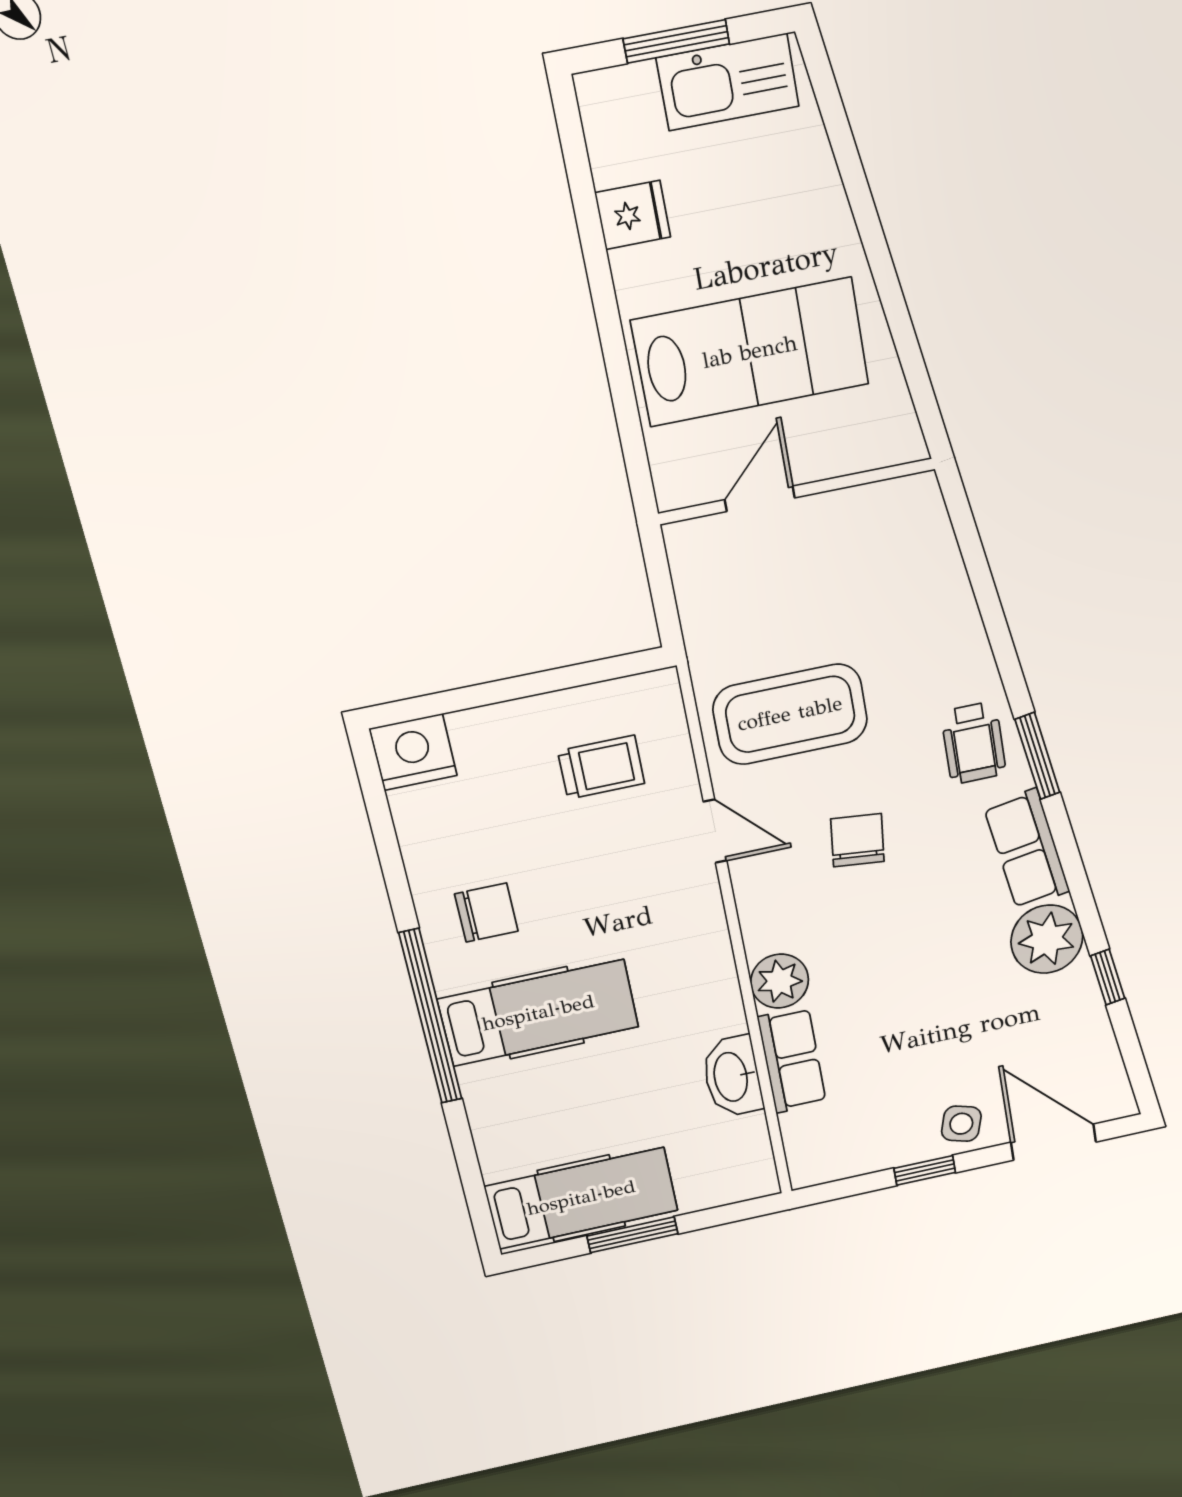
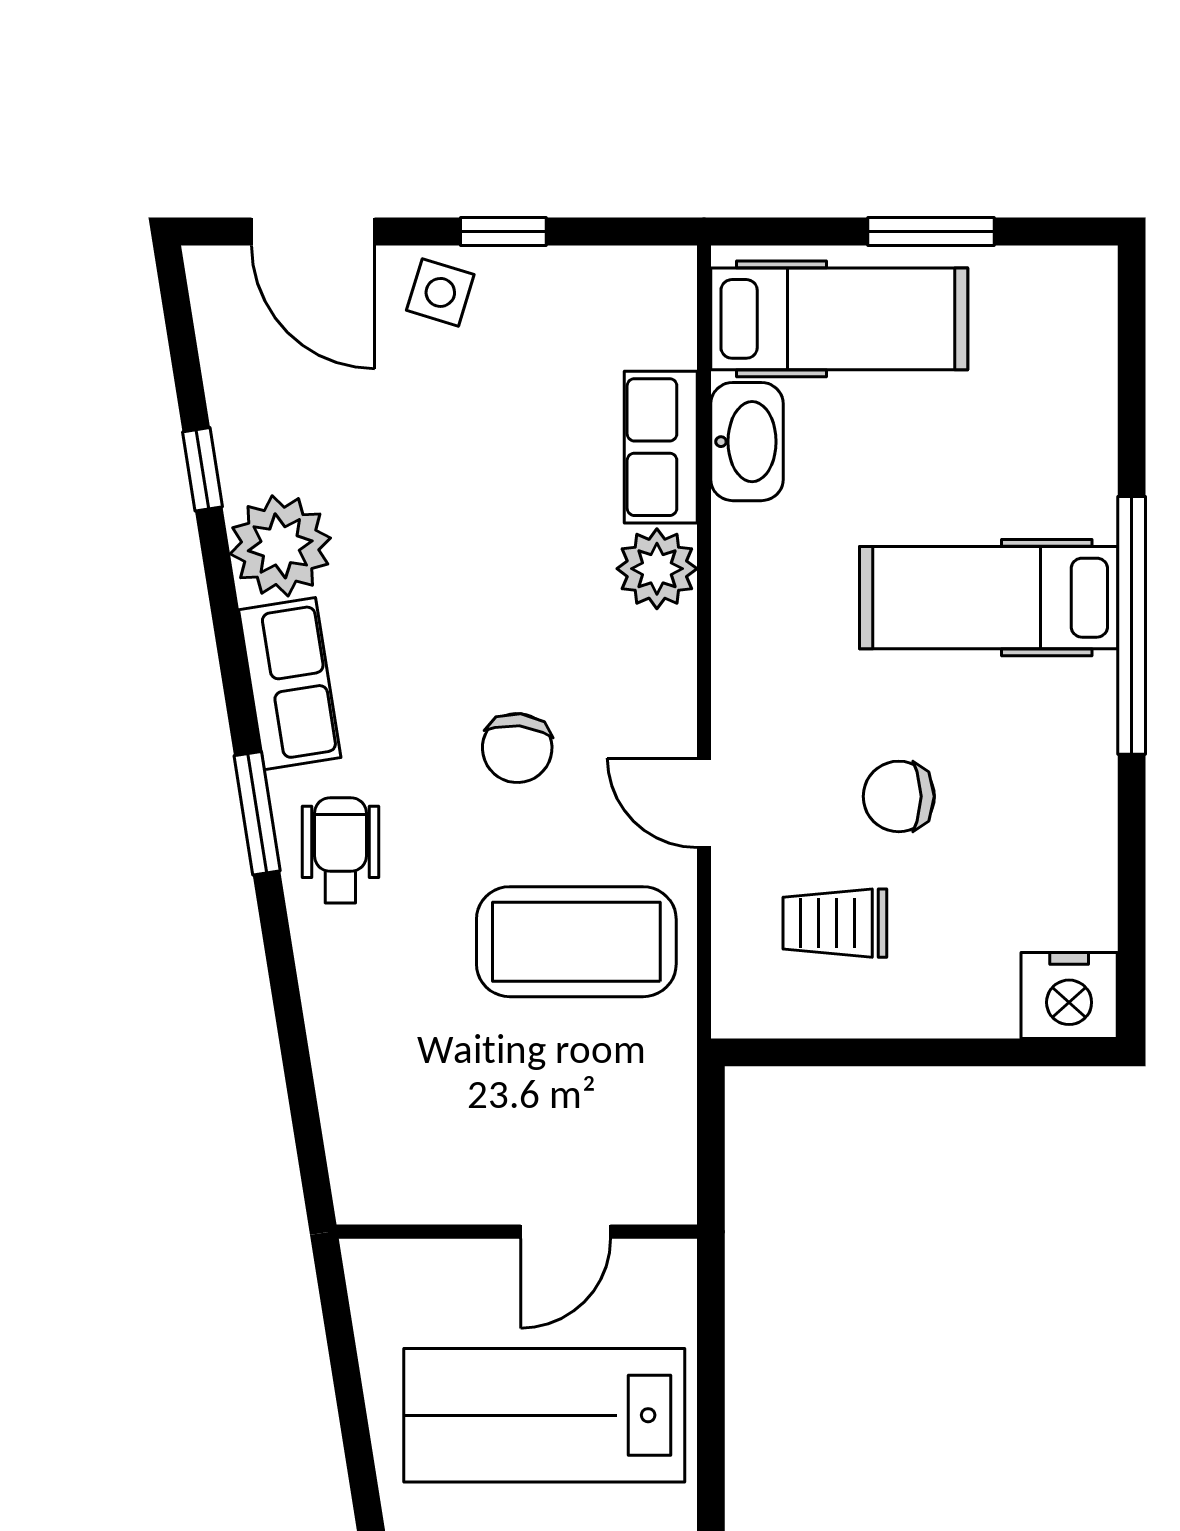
chair: (486, 913) -> (899, 796), moved
hospital bed: (581, 1198) -> (839, 319), moved, turned 180

